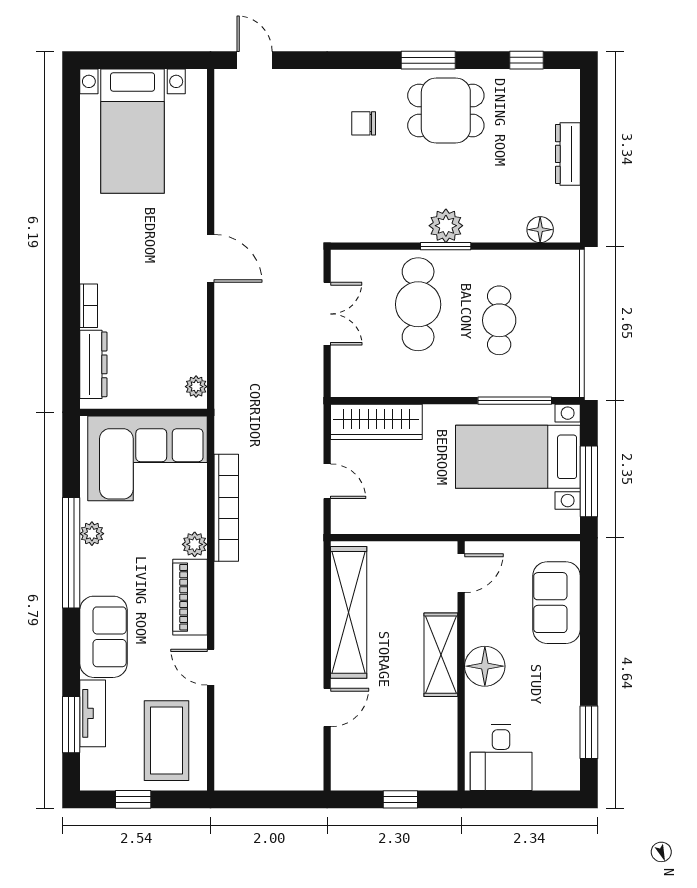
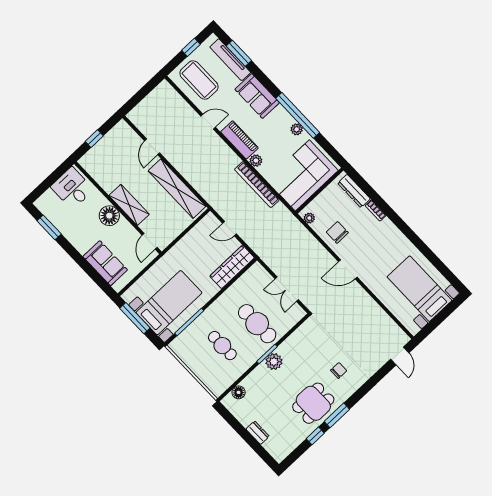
door: (254, 60) -> (400, 356), hinge flipped
window: (526, 60) -> (315, 436), moved
dresser: (568, 154) -> (258, 433), width x0.70
chair: (175, 327) -> (337, 232), added
tv unit: (93, 713) -> (230, 60), width x1.41

